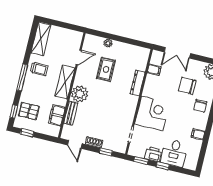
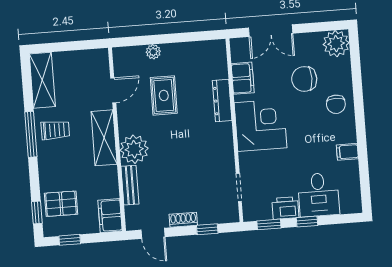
filing cabinet: (154, 70) -> (243, 78), width x2.00
window: (22, 77) -> (31, 134), moved
corner desk: (152, 114) -> (261, 125), moved
filing cabinet: (57, 115) -> (110, 216), moved

